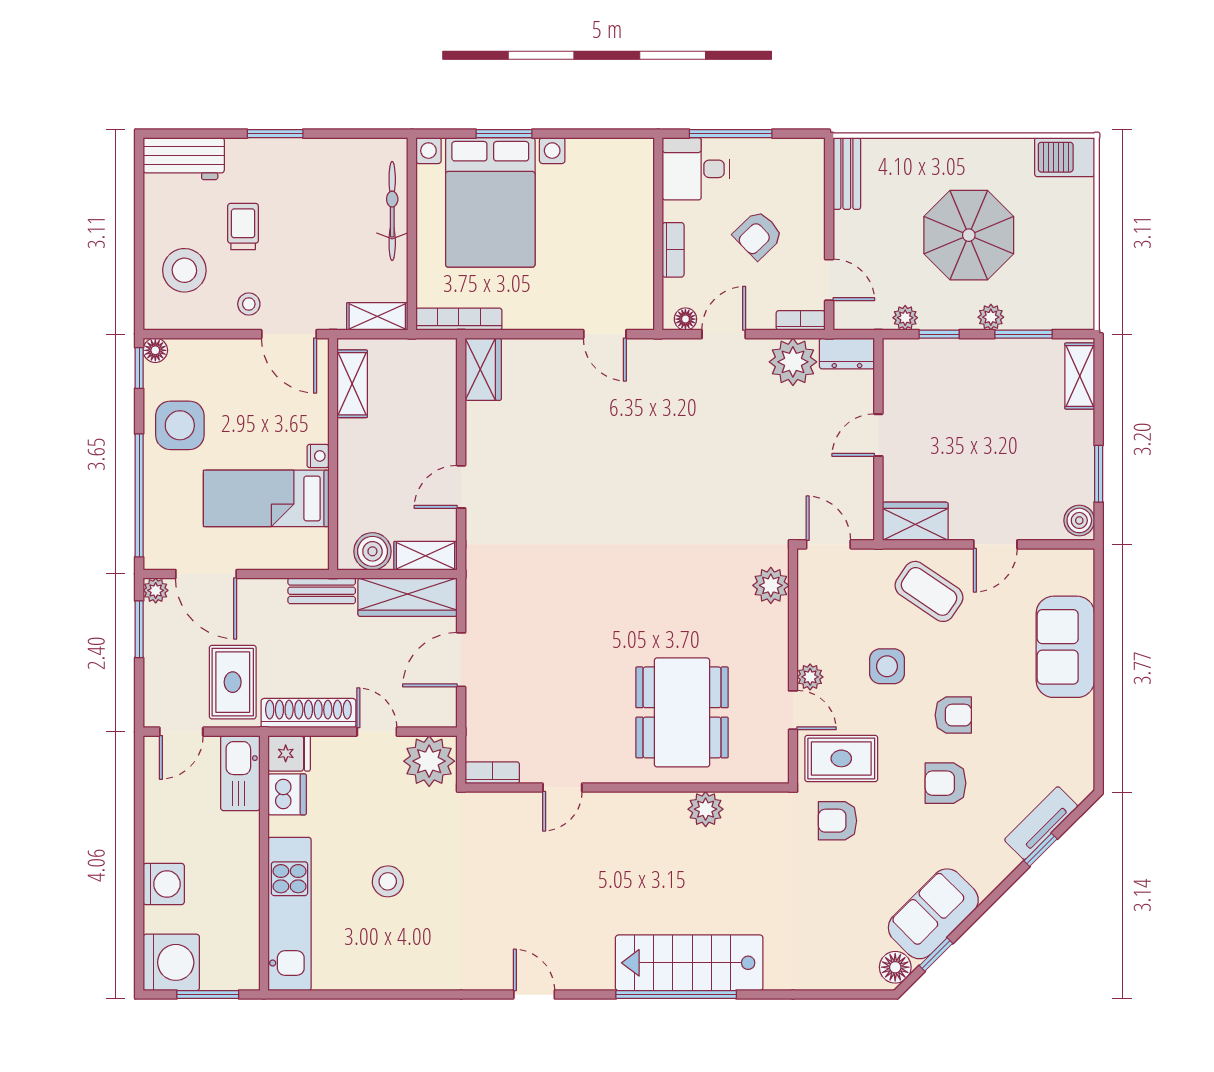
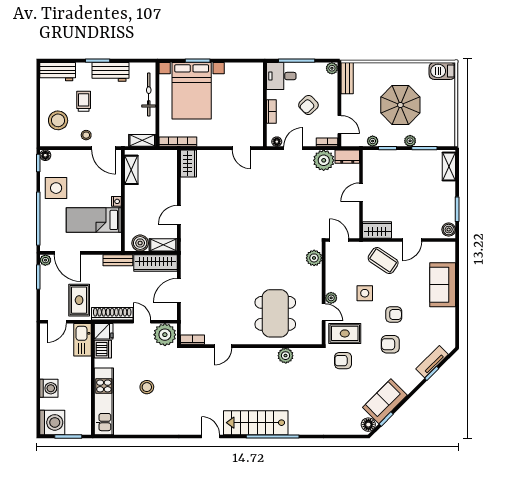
plant: (812, 151) -> (332, 68), added
workbench: (304, 159) -> (110, 72), added
stairs: (689, 963) -> (256, 423), moved

